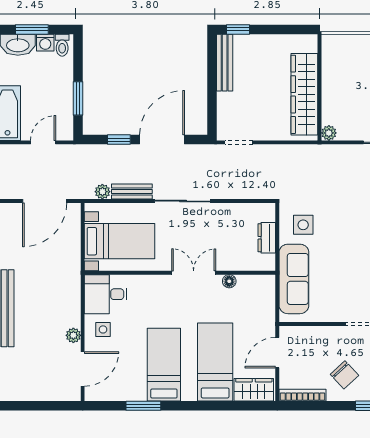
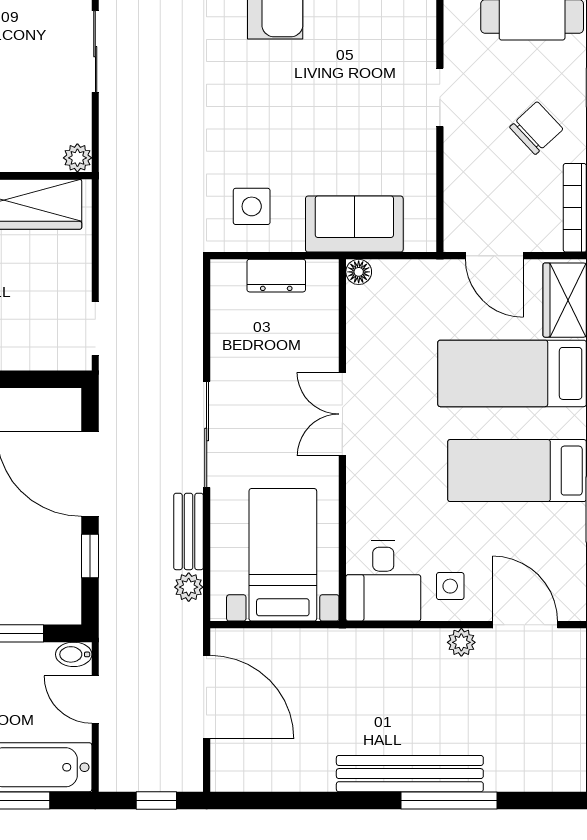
bidet: (67, 131) -> (74, 654), added
sofa: (294, 279) -> (354, 224), width x0.73
floor lamp: (229, 281) -> (359, 272), moved

